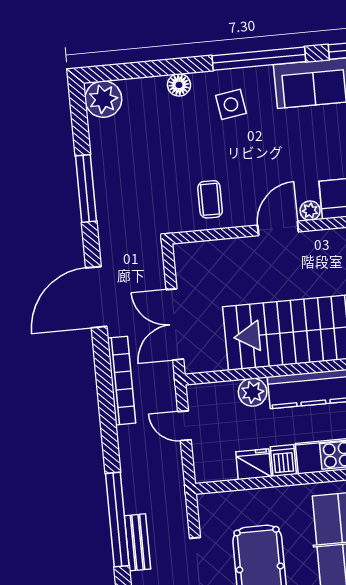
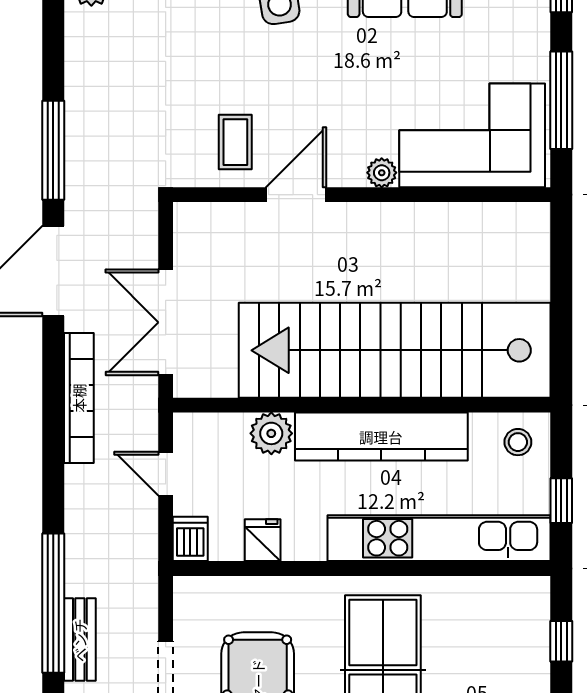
window: (86, 189) -> (53, 150), moved
door: (278, 228) -> (296, 195), moved
dishwasher: (283, 461) -> (190, 539), moved
fridge: (254, 464) -> (263, 540), width x0.72

